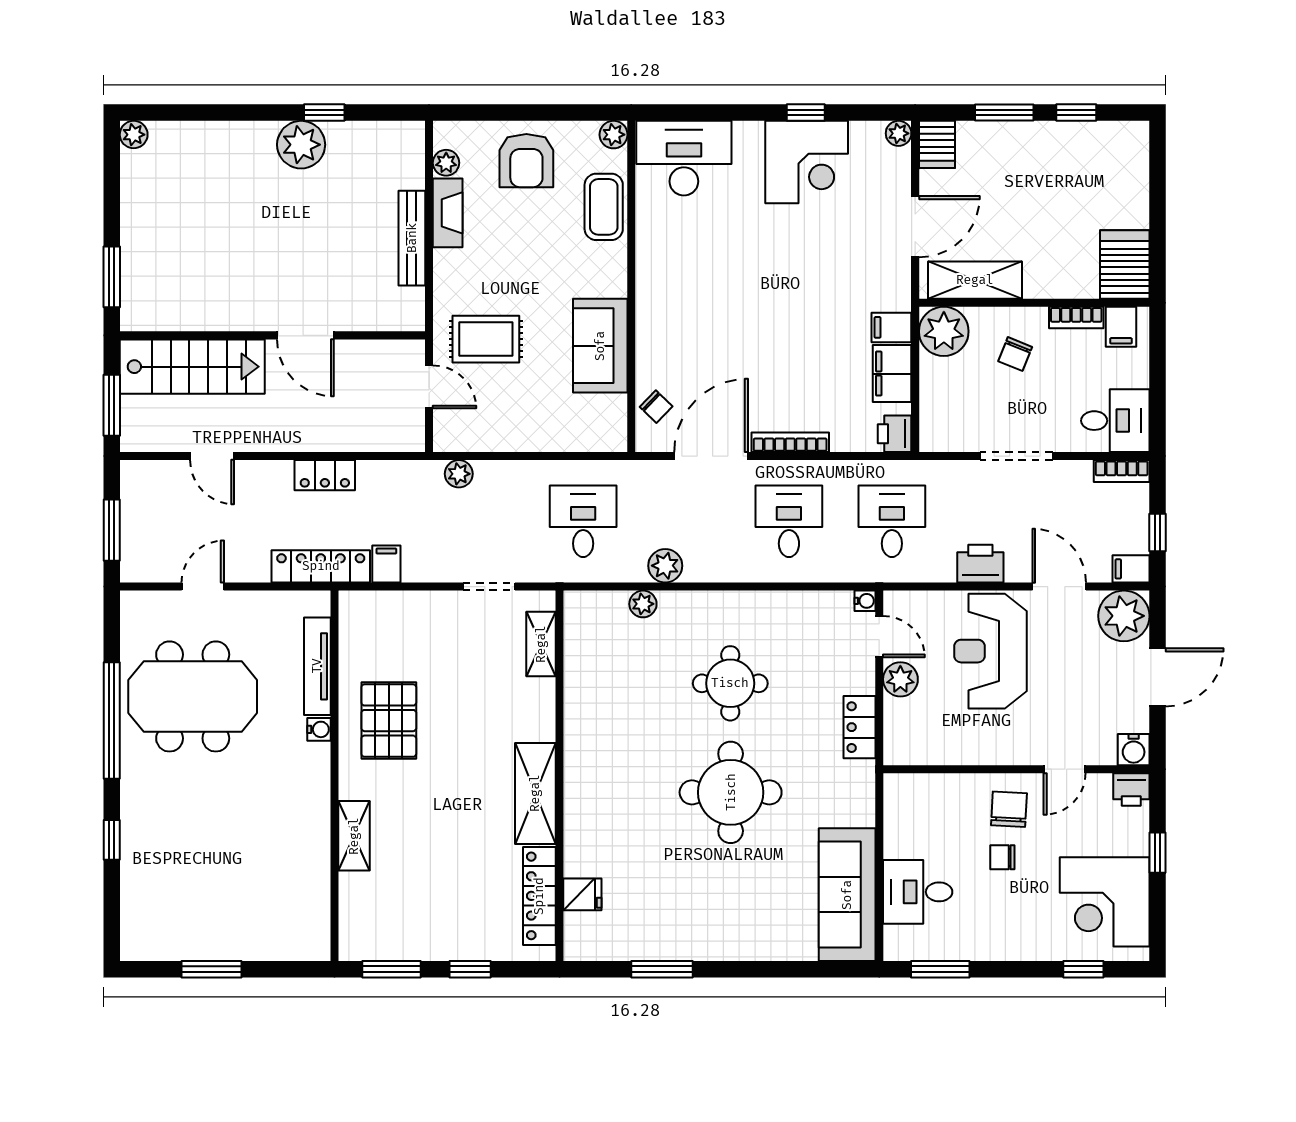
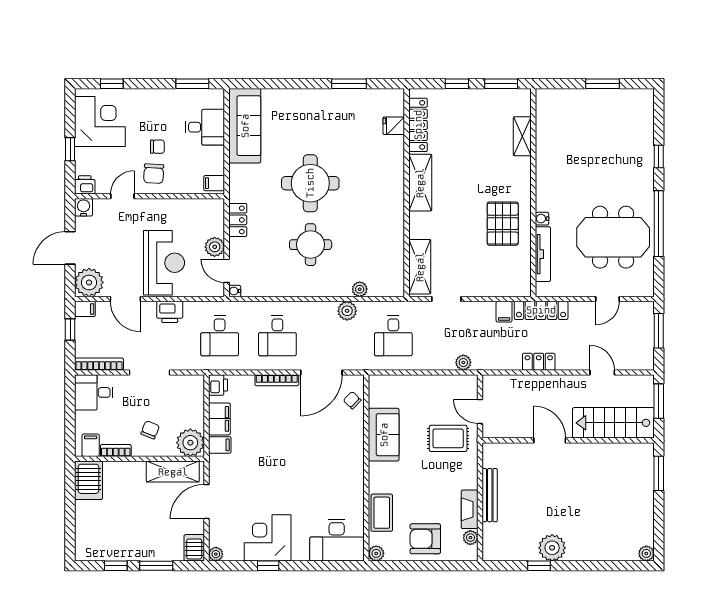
armchair: (526, 161) -> (425, 539), turned -90
bookcase: (1122, 471) -> (99, 364), width x1.56
shelving: (541, 644) -> (420, 267), width x1.50, depth x1.33
filing cabinet: (901, 792) -> (214, 183), added
shelving: (354, 836) -> (522, 136), moved

